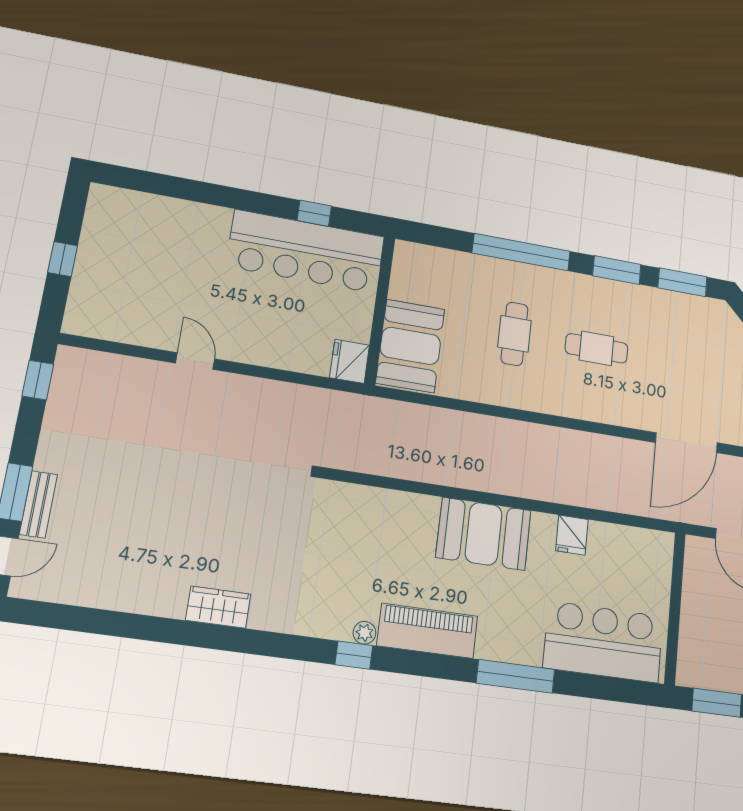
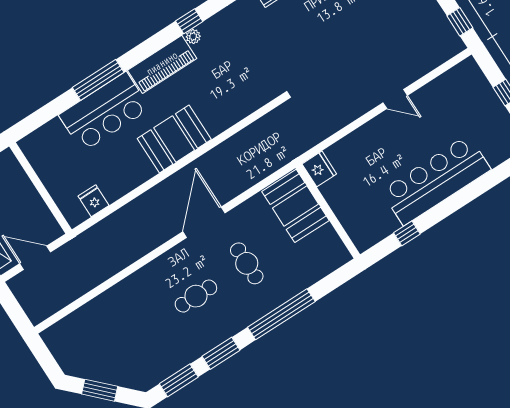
bar counter: (306, 251) -> (436, 180), moved
door: (686, 443) -> (204, 222), moved
fridge: (572, 535) -> (94, 201), moved
bar counter: (603, 642) -> (104, 112), moved

